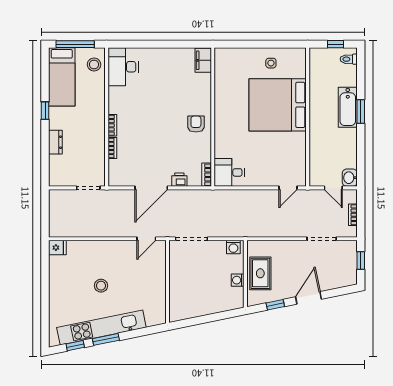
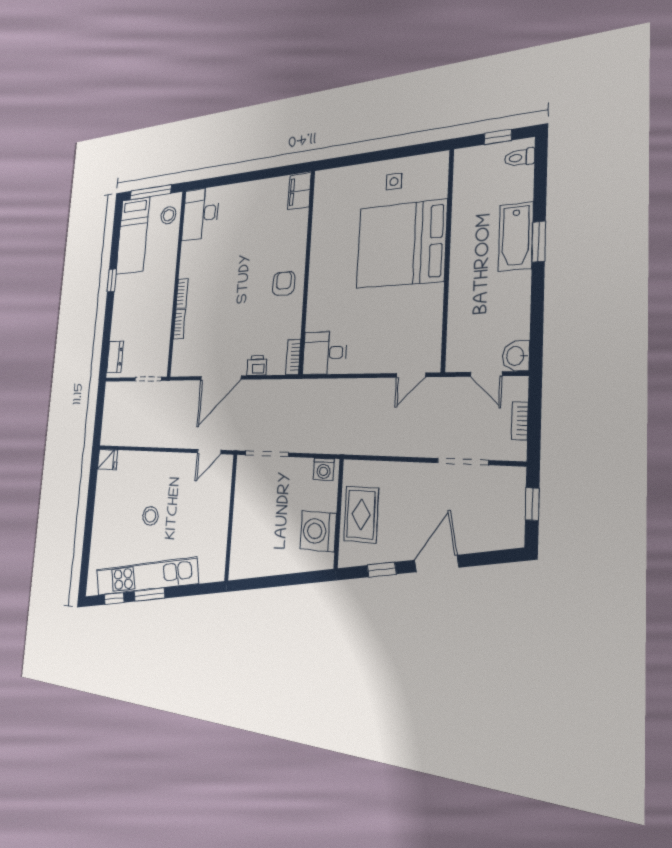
dresser: (55, 142) -> (115, 357), moved
washing machine: (238, 280) -> (318, 531), width x1.89, depth x1.89

